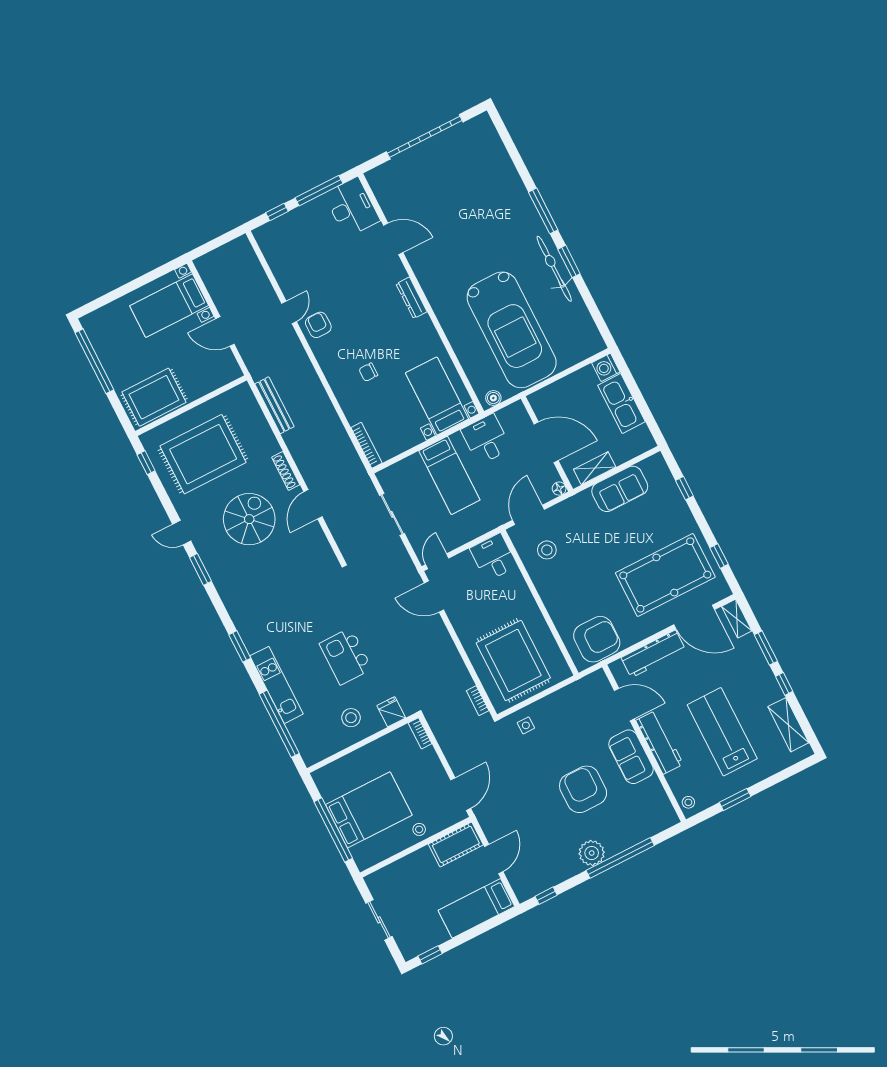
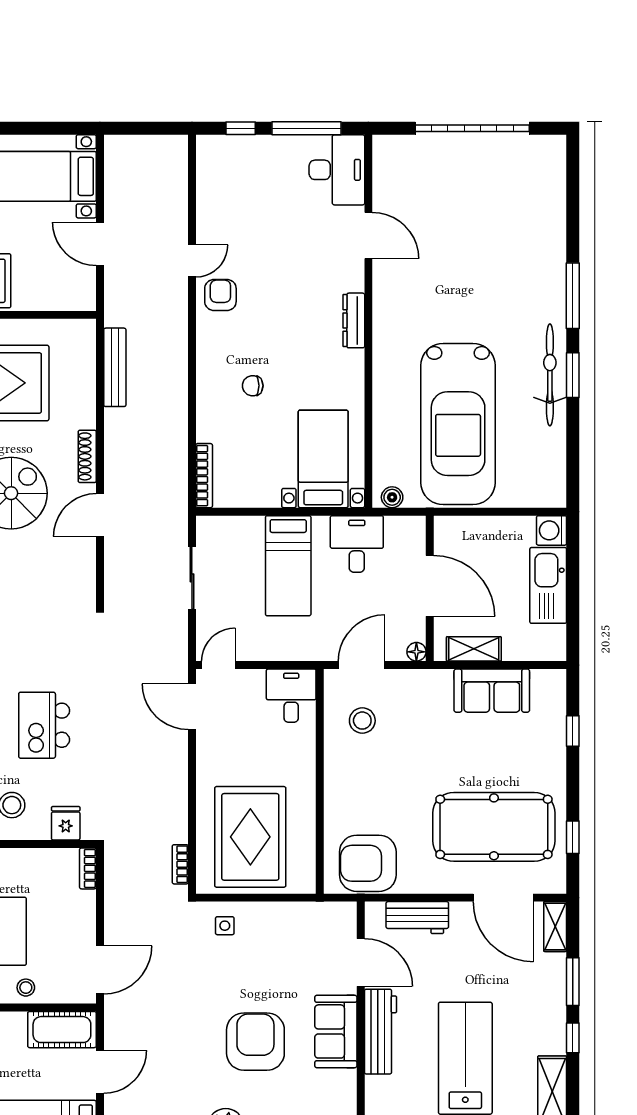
armchair: (597, 639) -> (368, 863), turned 180
workbench: (653, 654) -> (417, 918), width x0.73

